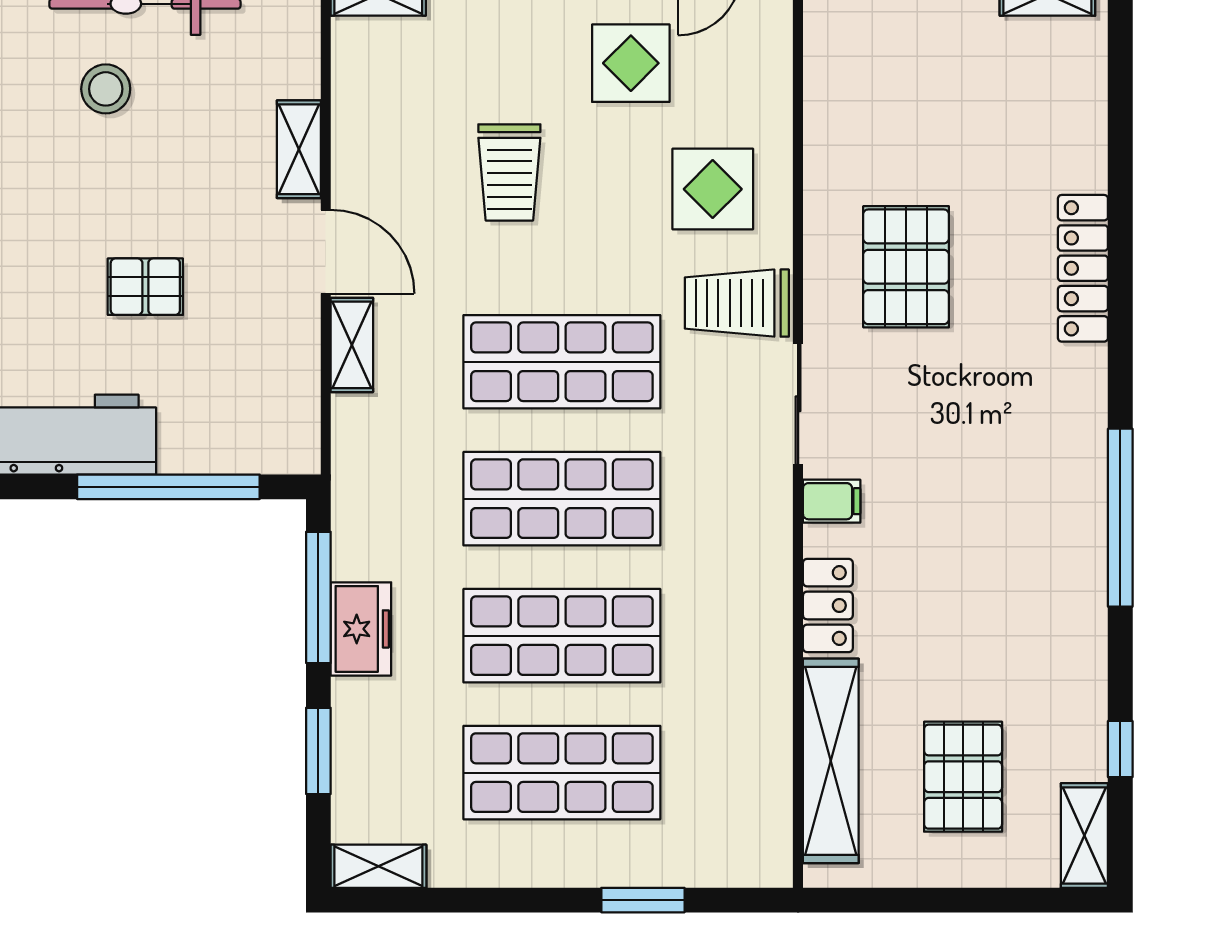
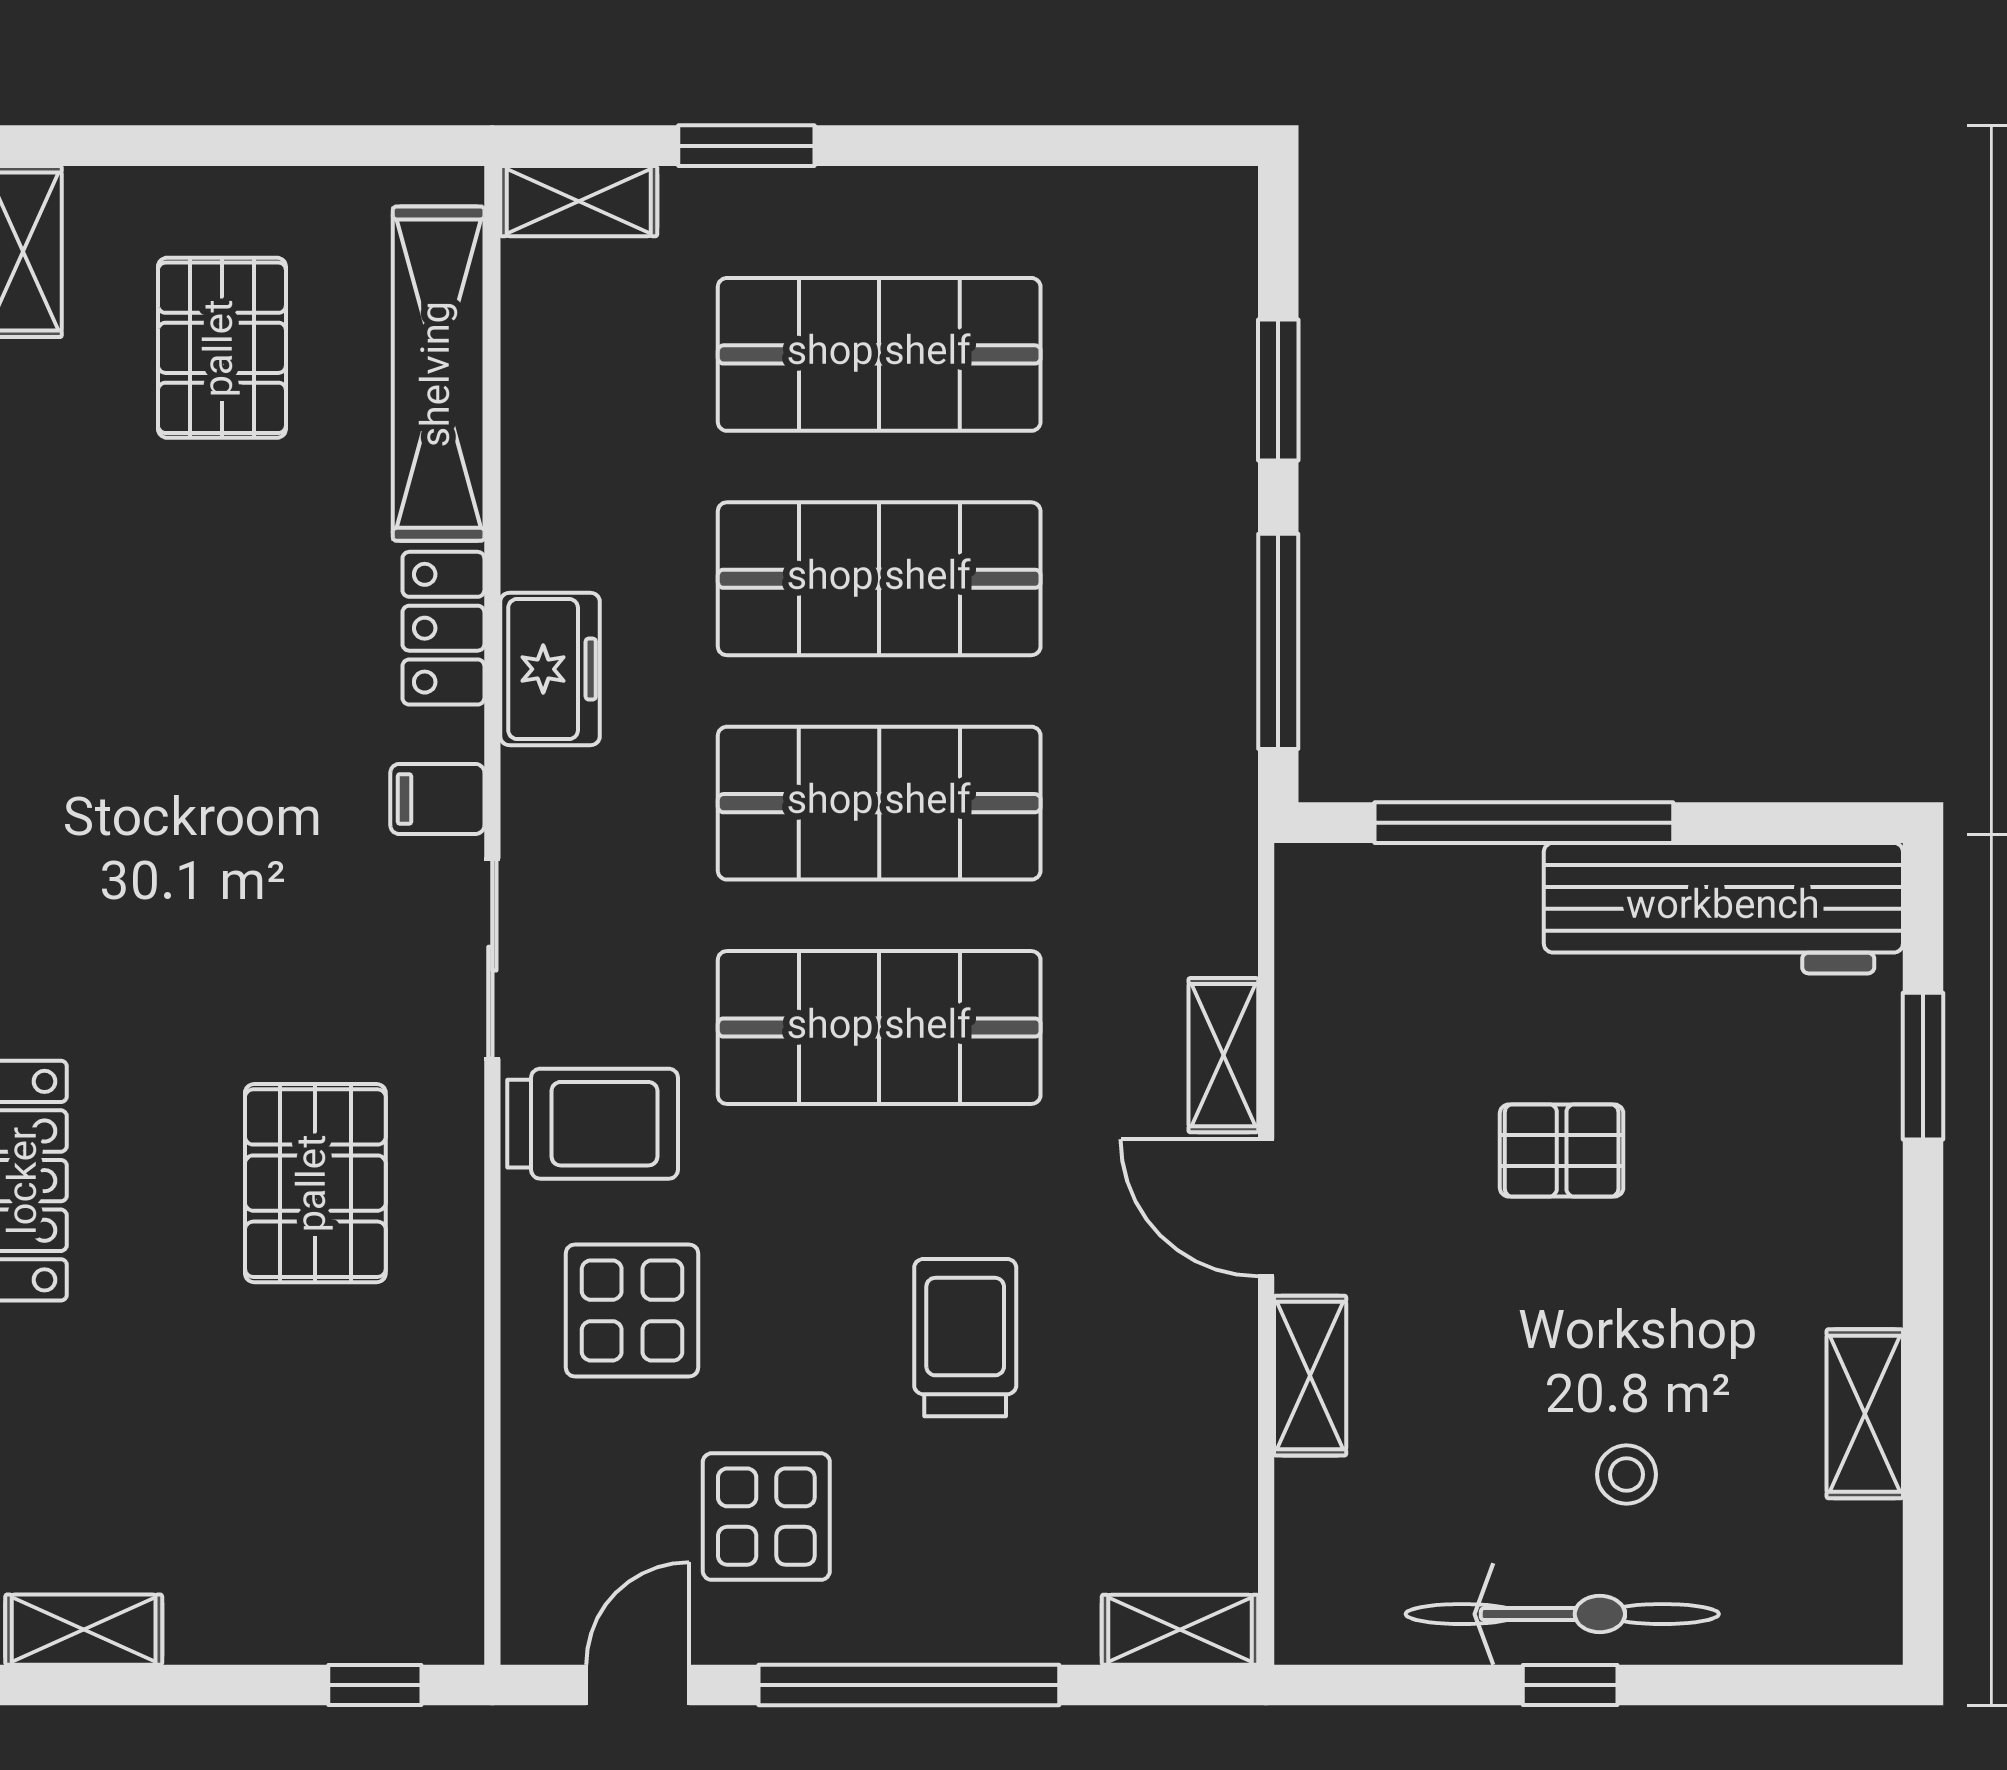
stool: (106, 89) -> (1626, 1474), width x0.73, depth x0.73
freezer: (361, 629) -> (550, 669), moved, turned 180
shelving: (378, 866) -> (579, 201), moved

